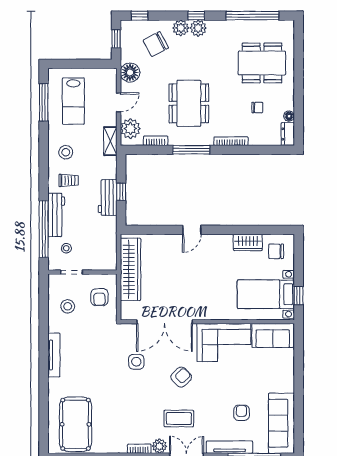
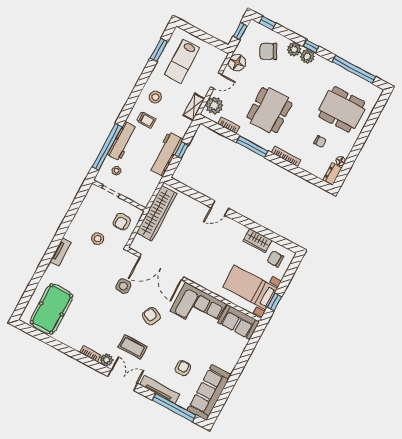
window: (44, 102) -> (159, 50), width x0.69
workbench: (108, 198) -> (166, 154), width x1.37
stool: (68, 306) -> (98, 239), moved
tv unit: (54, 355) -> (61, 252), width x0.71
armchair: (181, 377) -> (151, 316), turned -110

